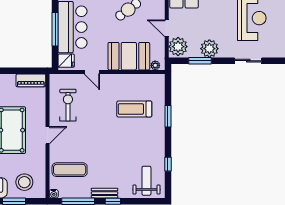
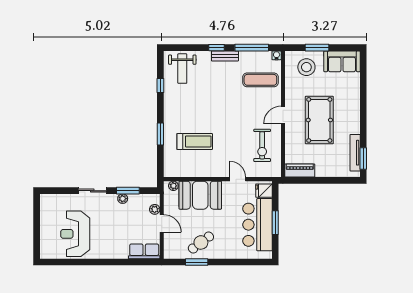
window: (55, 29) -> (275, 223), width x0.69
plant: (178, 47) -> (155, 209), width x0.53, depth x0.53
plant: (209, 49) -> (123, 199), width x0.53, depth x0.53
sliding door: (248, 61) -> (92, 191), moved

